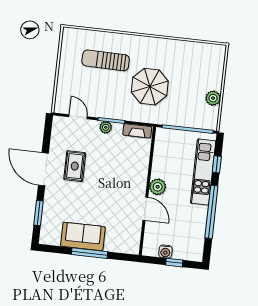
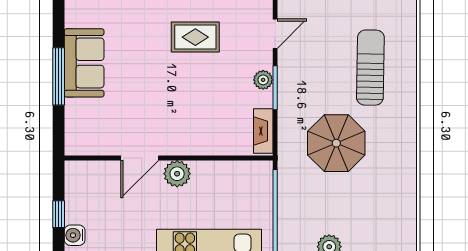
water cooler: (165, 252) -> (75, 235), moved

